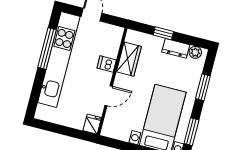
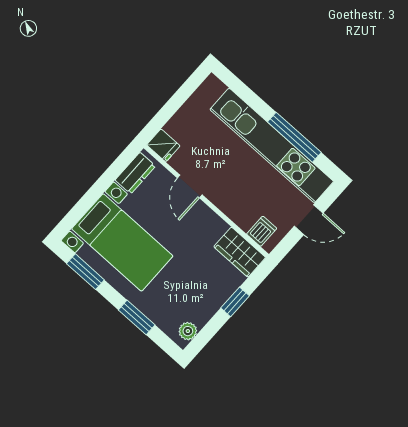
dresser: (176, 48) -> (135, 173), moved, turned 180
wardrobe: (129, 59) -> (240, 252), moved
dishwasher: (107, 64) -> (262, 231), moved

